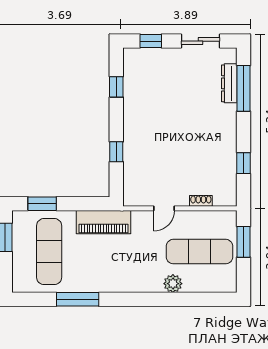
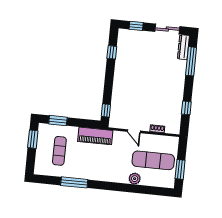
dresser: (229, 83) -> (183, 47), moved
window: (116, 152) -> (106, 110), moved
door: (164, 208) -> (134, 131), hinge flipped
window: (243, 242) -> (180, 169), moved
exercise mat: (49, 252) -> (59, 151), width x0.73, depth x0.69

